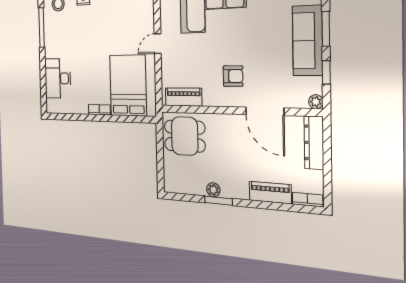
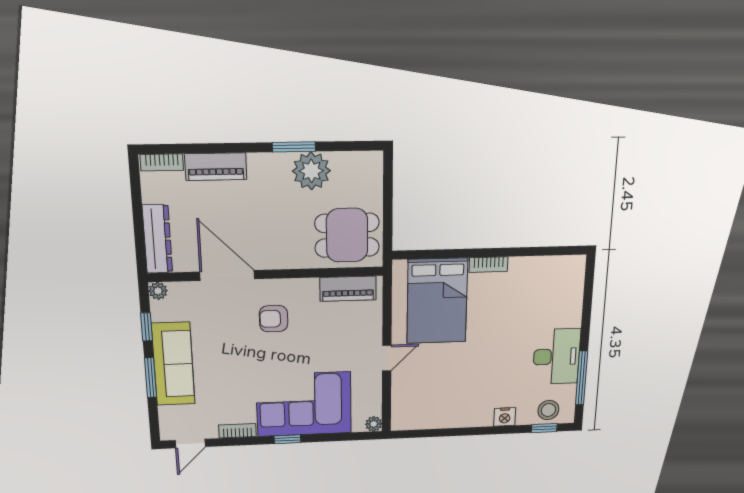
desk: (58, 78) -> (556, 357), moved
plant: (213, 190) -> (311, 171), width x1.87, depth x1.87

